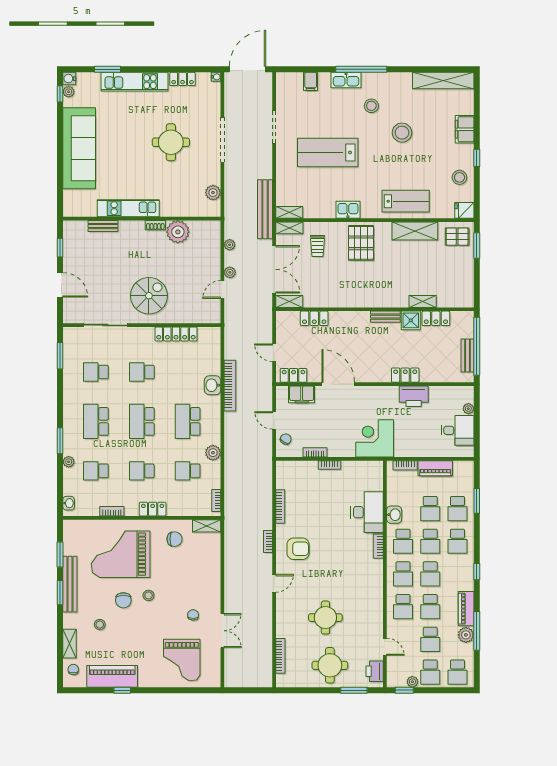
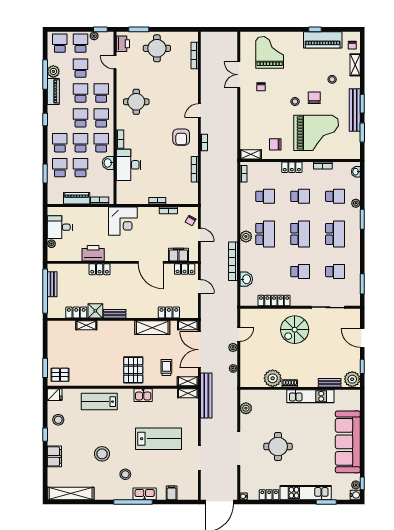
plant: (73, 231) -> (352, 379), added
shelving: (415, 231) -> (152, 328), moved
washbasin: (213, 385) -> (246, 279), moved
plant: (213, 453) -> (246, 236), moved
armchair: (298, 549) -> (181, 137), turned -90
round table: (325, 618) -> (136, 102), moved

